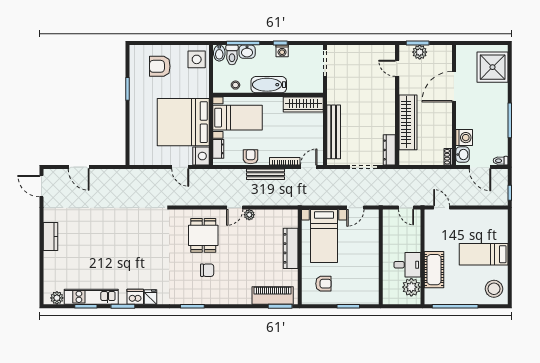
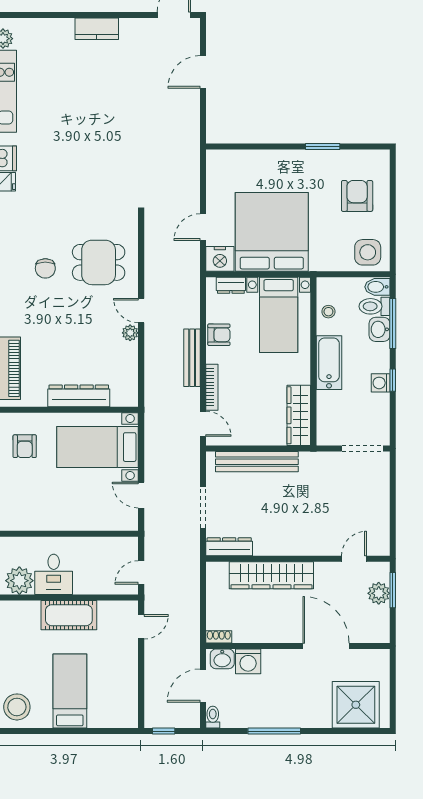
cot: (434, 270) -> (69, 615), moved

